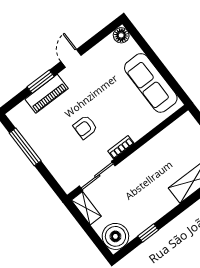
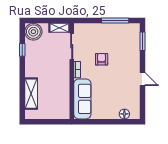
floor lamp: (121, 35) -> (124, 114), moved
window: (41, 82) -> (143, 41), moved
sofa: (151, 83) -> (82, 99), moved, turned 90
piano: (47, 94) -> (134, 53), removed

